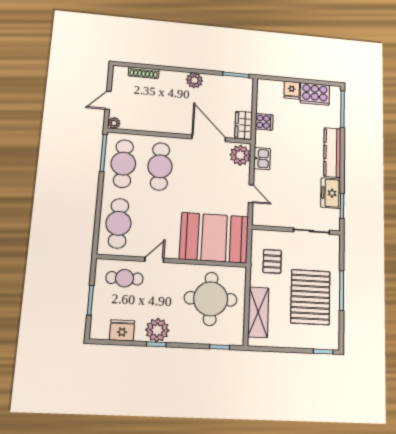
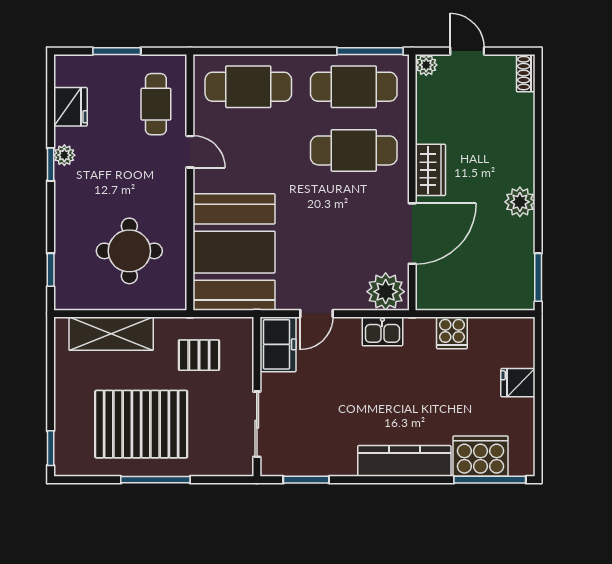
shoe rack: (144, 73) -> (526, 73), moved, width x0.70
cooker: (315, 94) -> (480, 456), moved, turned 90
wardrobe: (244, 125) -> (430, 170), moved, turned 90
freezer: (331, 193) -> (278, 344), moved, turned 90
round table: (211, 299) -> (129, 251), width x0.73, depth x0.73
plant: (157, 330) -> (64, 155), width x0.53, depth x0.53

